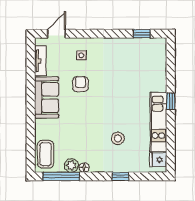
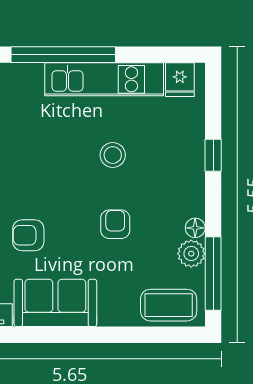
window: (171, 101) -> (63, 55), width x3.17
armchair: (86, 127) -> (115, 224), added
stool: (118, 138) -> (113, 155), moved

